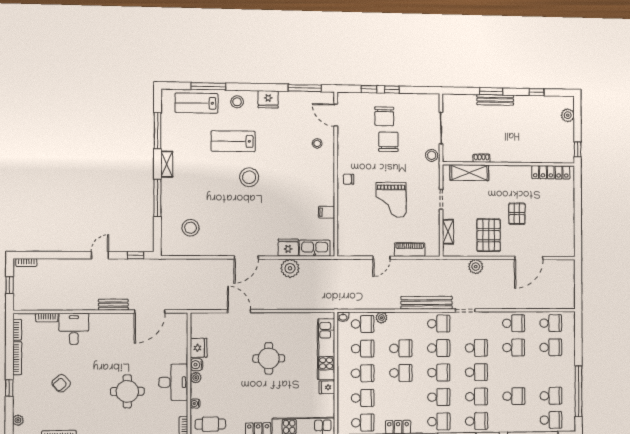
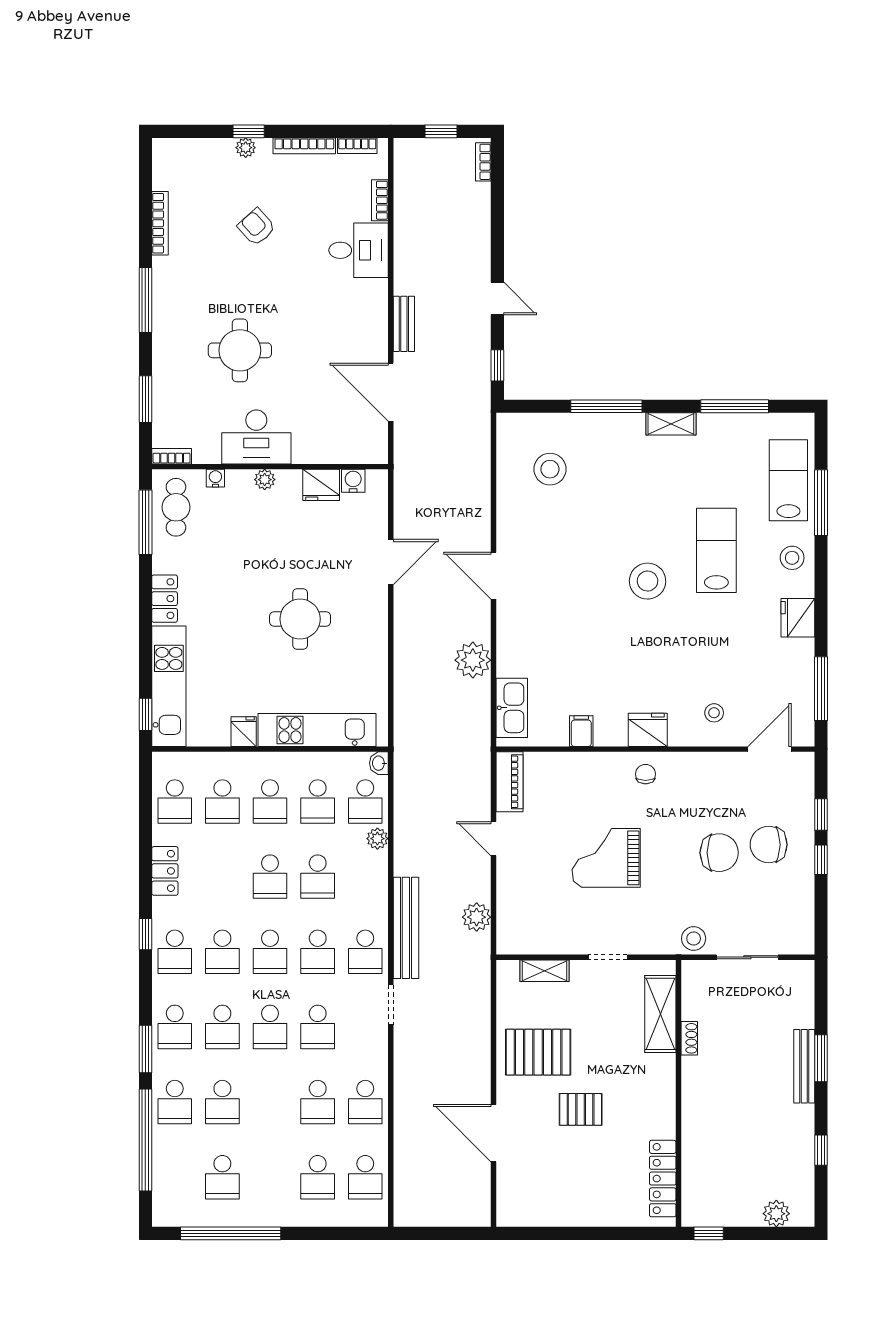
fridge: (288, 248) -> (648, 730), moved, turned -90
piano: (410, 250) -> (509, 782), moved
plant: (476, 267) -> (477, 917), moved
water cooler: (196, 365) -> (353, 481), moved
plant: (18, 420) -> (246, 148), moved
school desk: (551, 420) -> (175, 1102), moved

